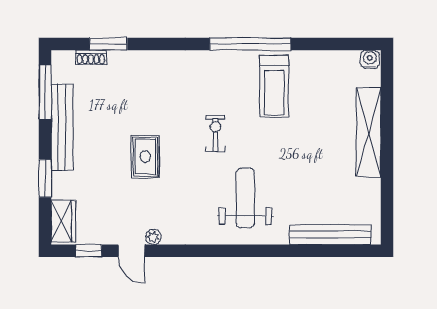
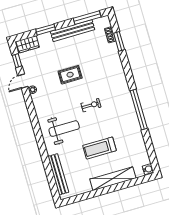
treadmill: (274, 86) -> (100, 148), moved

